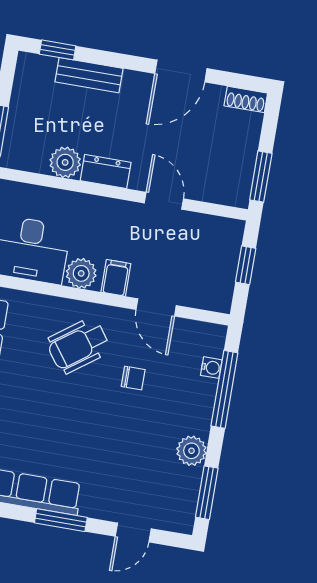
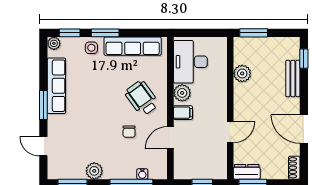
dresser: (106, 172) -> (247, 172), moved, turned -90

